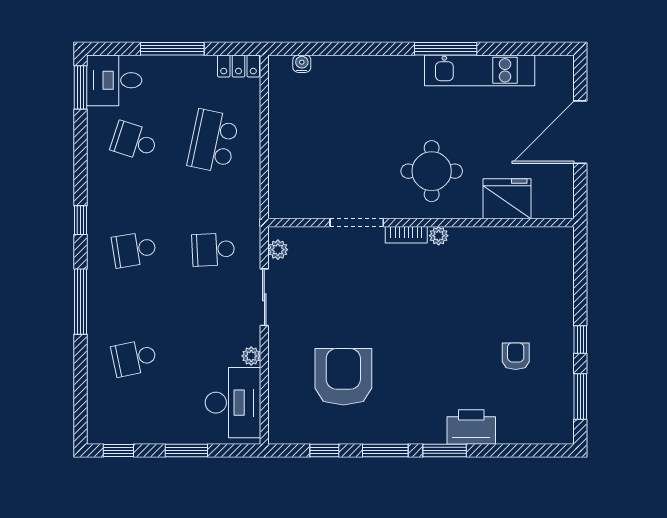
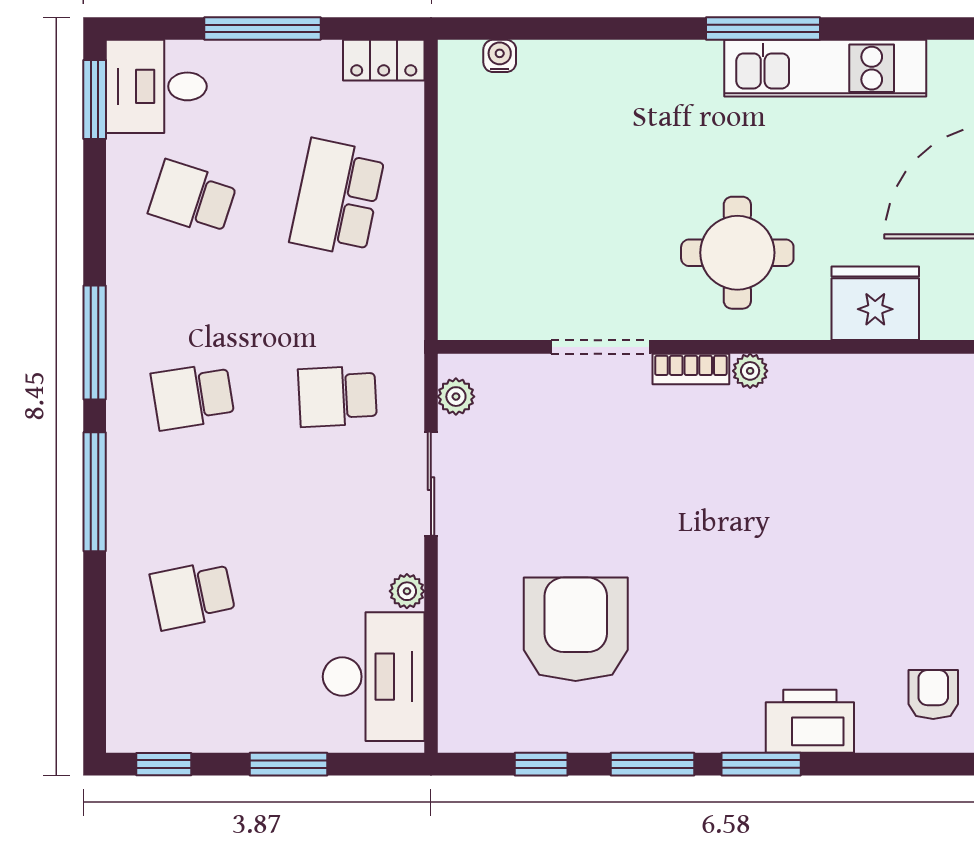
window: (81, 220) -> (95, 342), width x2.17
armchair: (516, 356) -> (933, 695), moved

